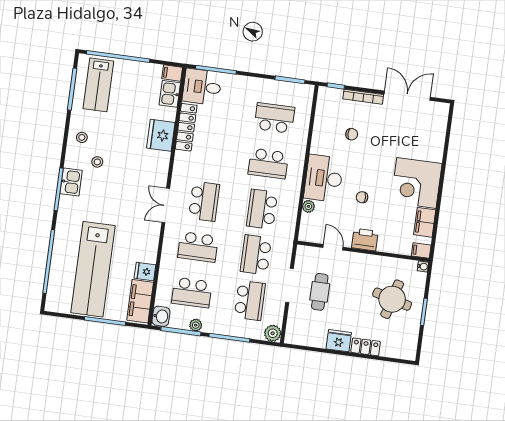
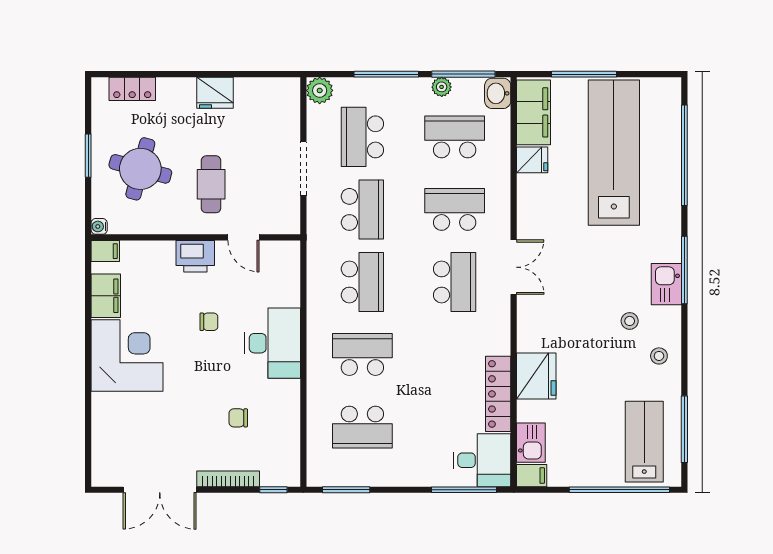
school desk: (204, 201) -> (455, 282), turned 180
plant: (308, 206) -> (291, 296), removed
cafe table: (320, 292) -> (211, 184), moved
locker: (366, 347) -> (132, 89), moved

